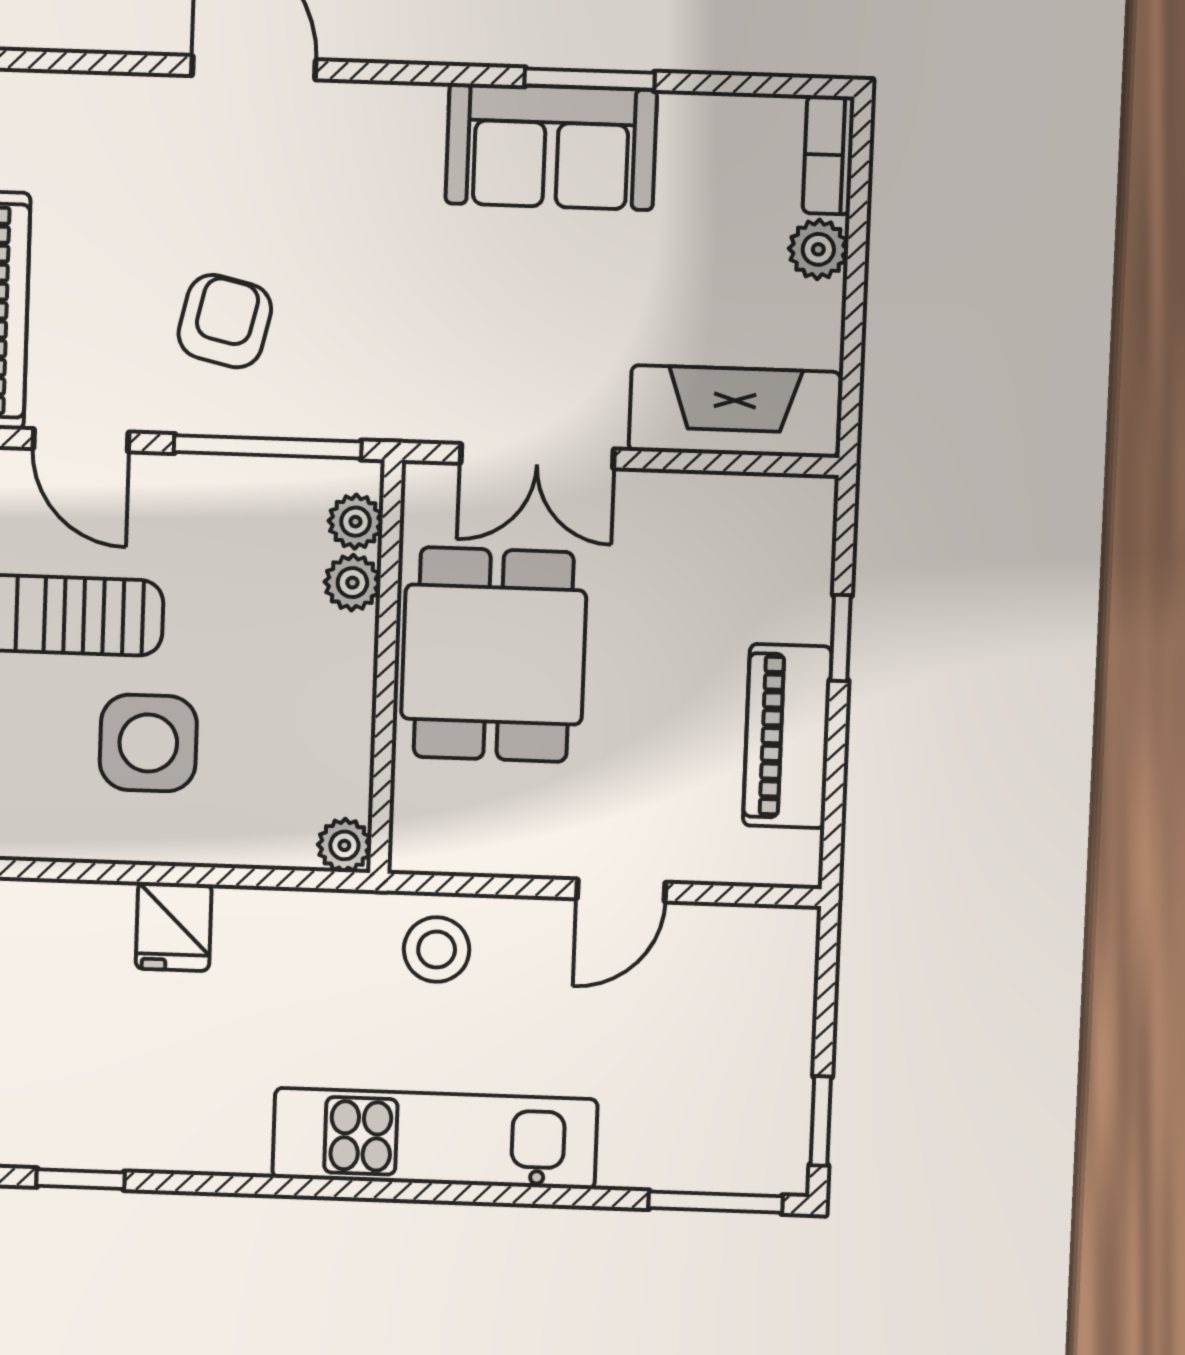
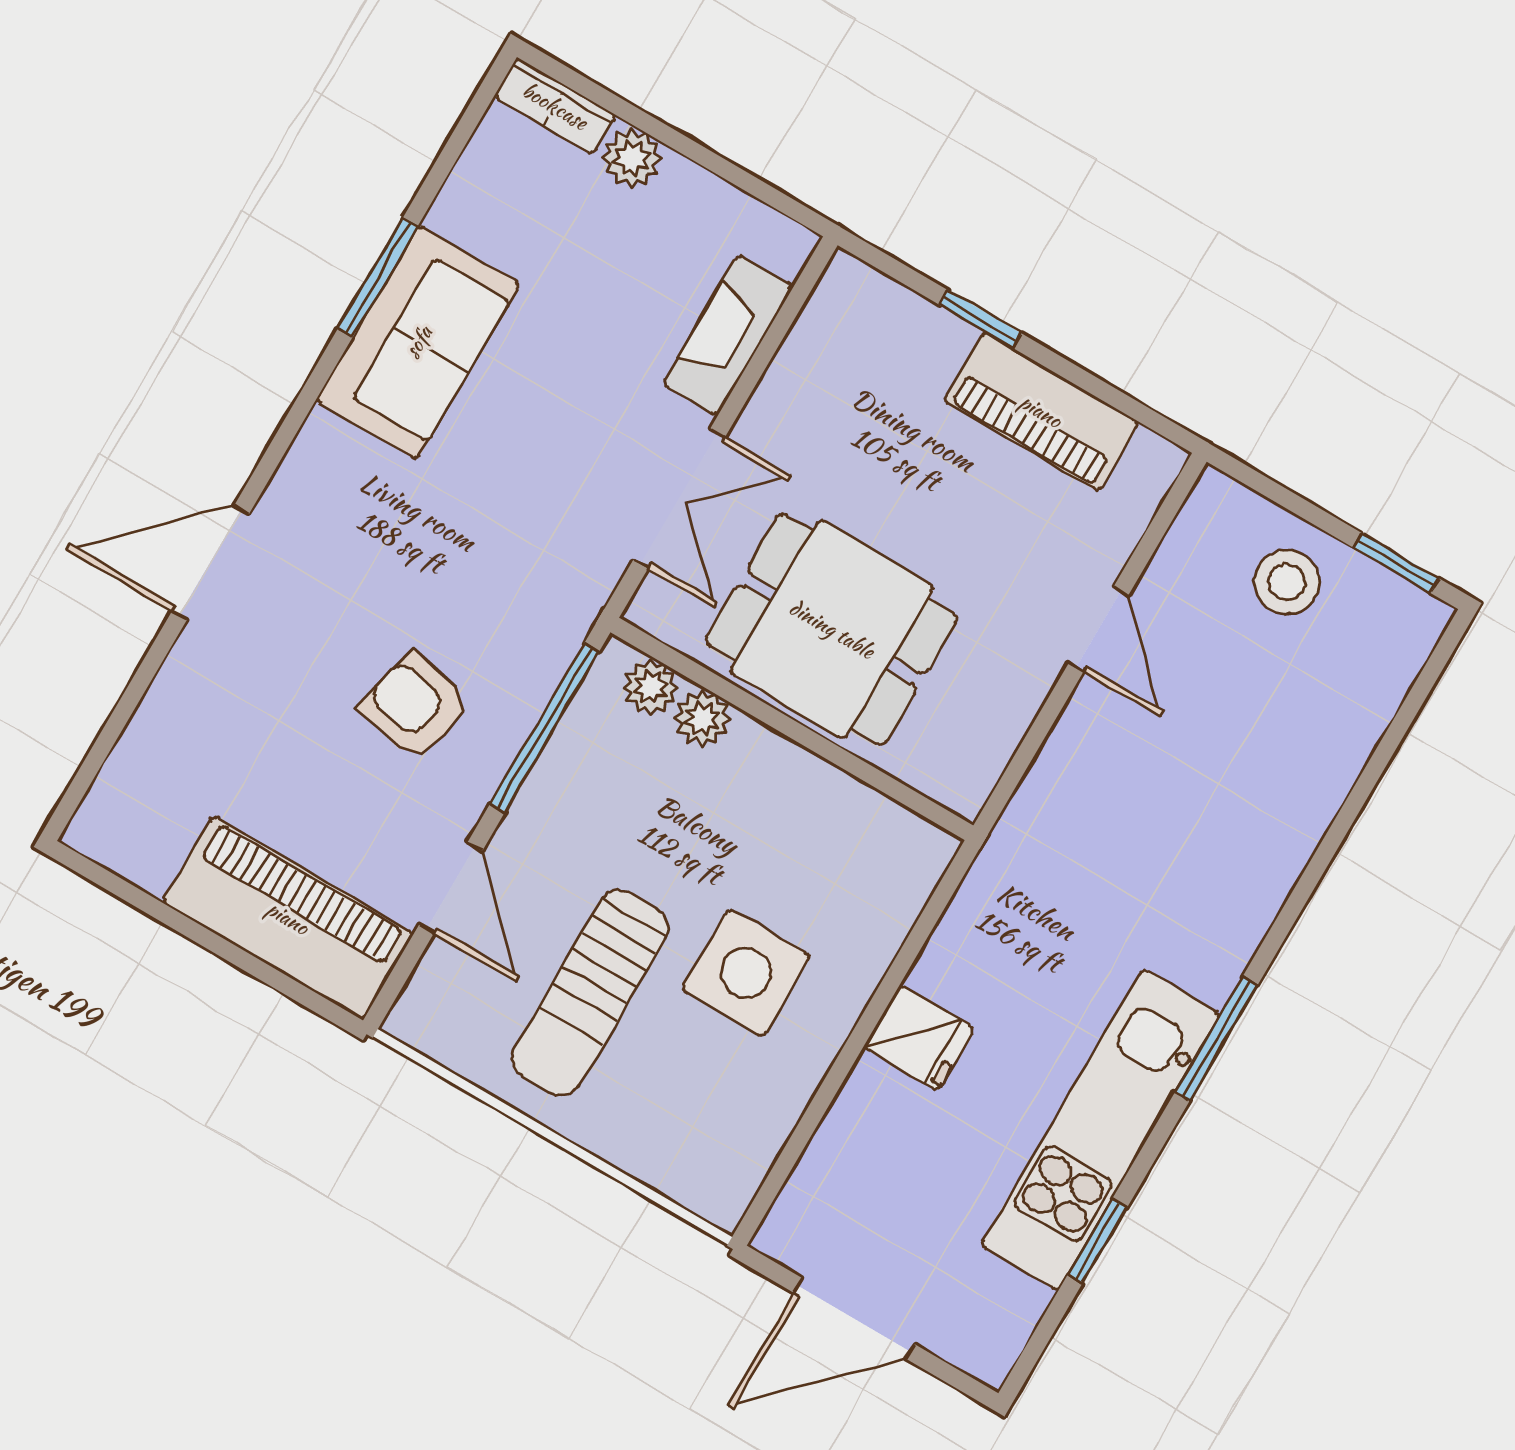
fireplace: (735, 411) -> (728, 335), width x0.73, depth x0.76
door: (81, 440) -> (451, 888), hinge flipped
plant: (344, 845) -> (928, 850), removed
stool: (437, 950) -> (1287, 582), moved
kitchen unit: (435, 1139) -> (1100, 1130), moved
window: (716, 1202) -> (1216, 1039), moved

